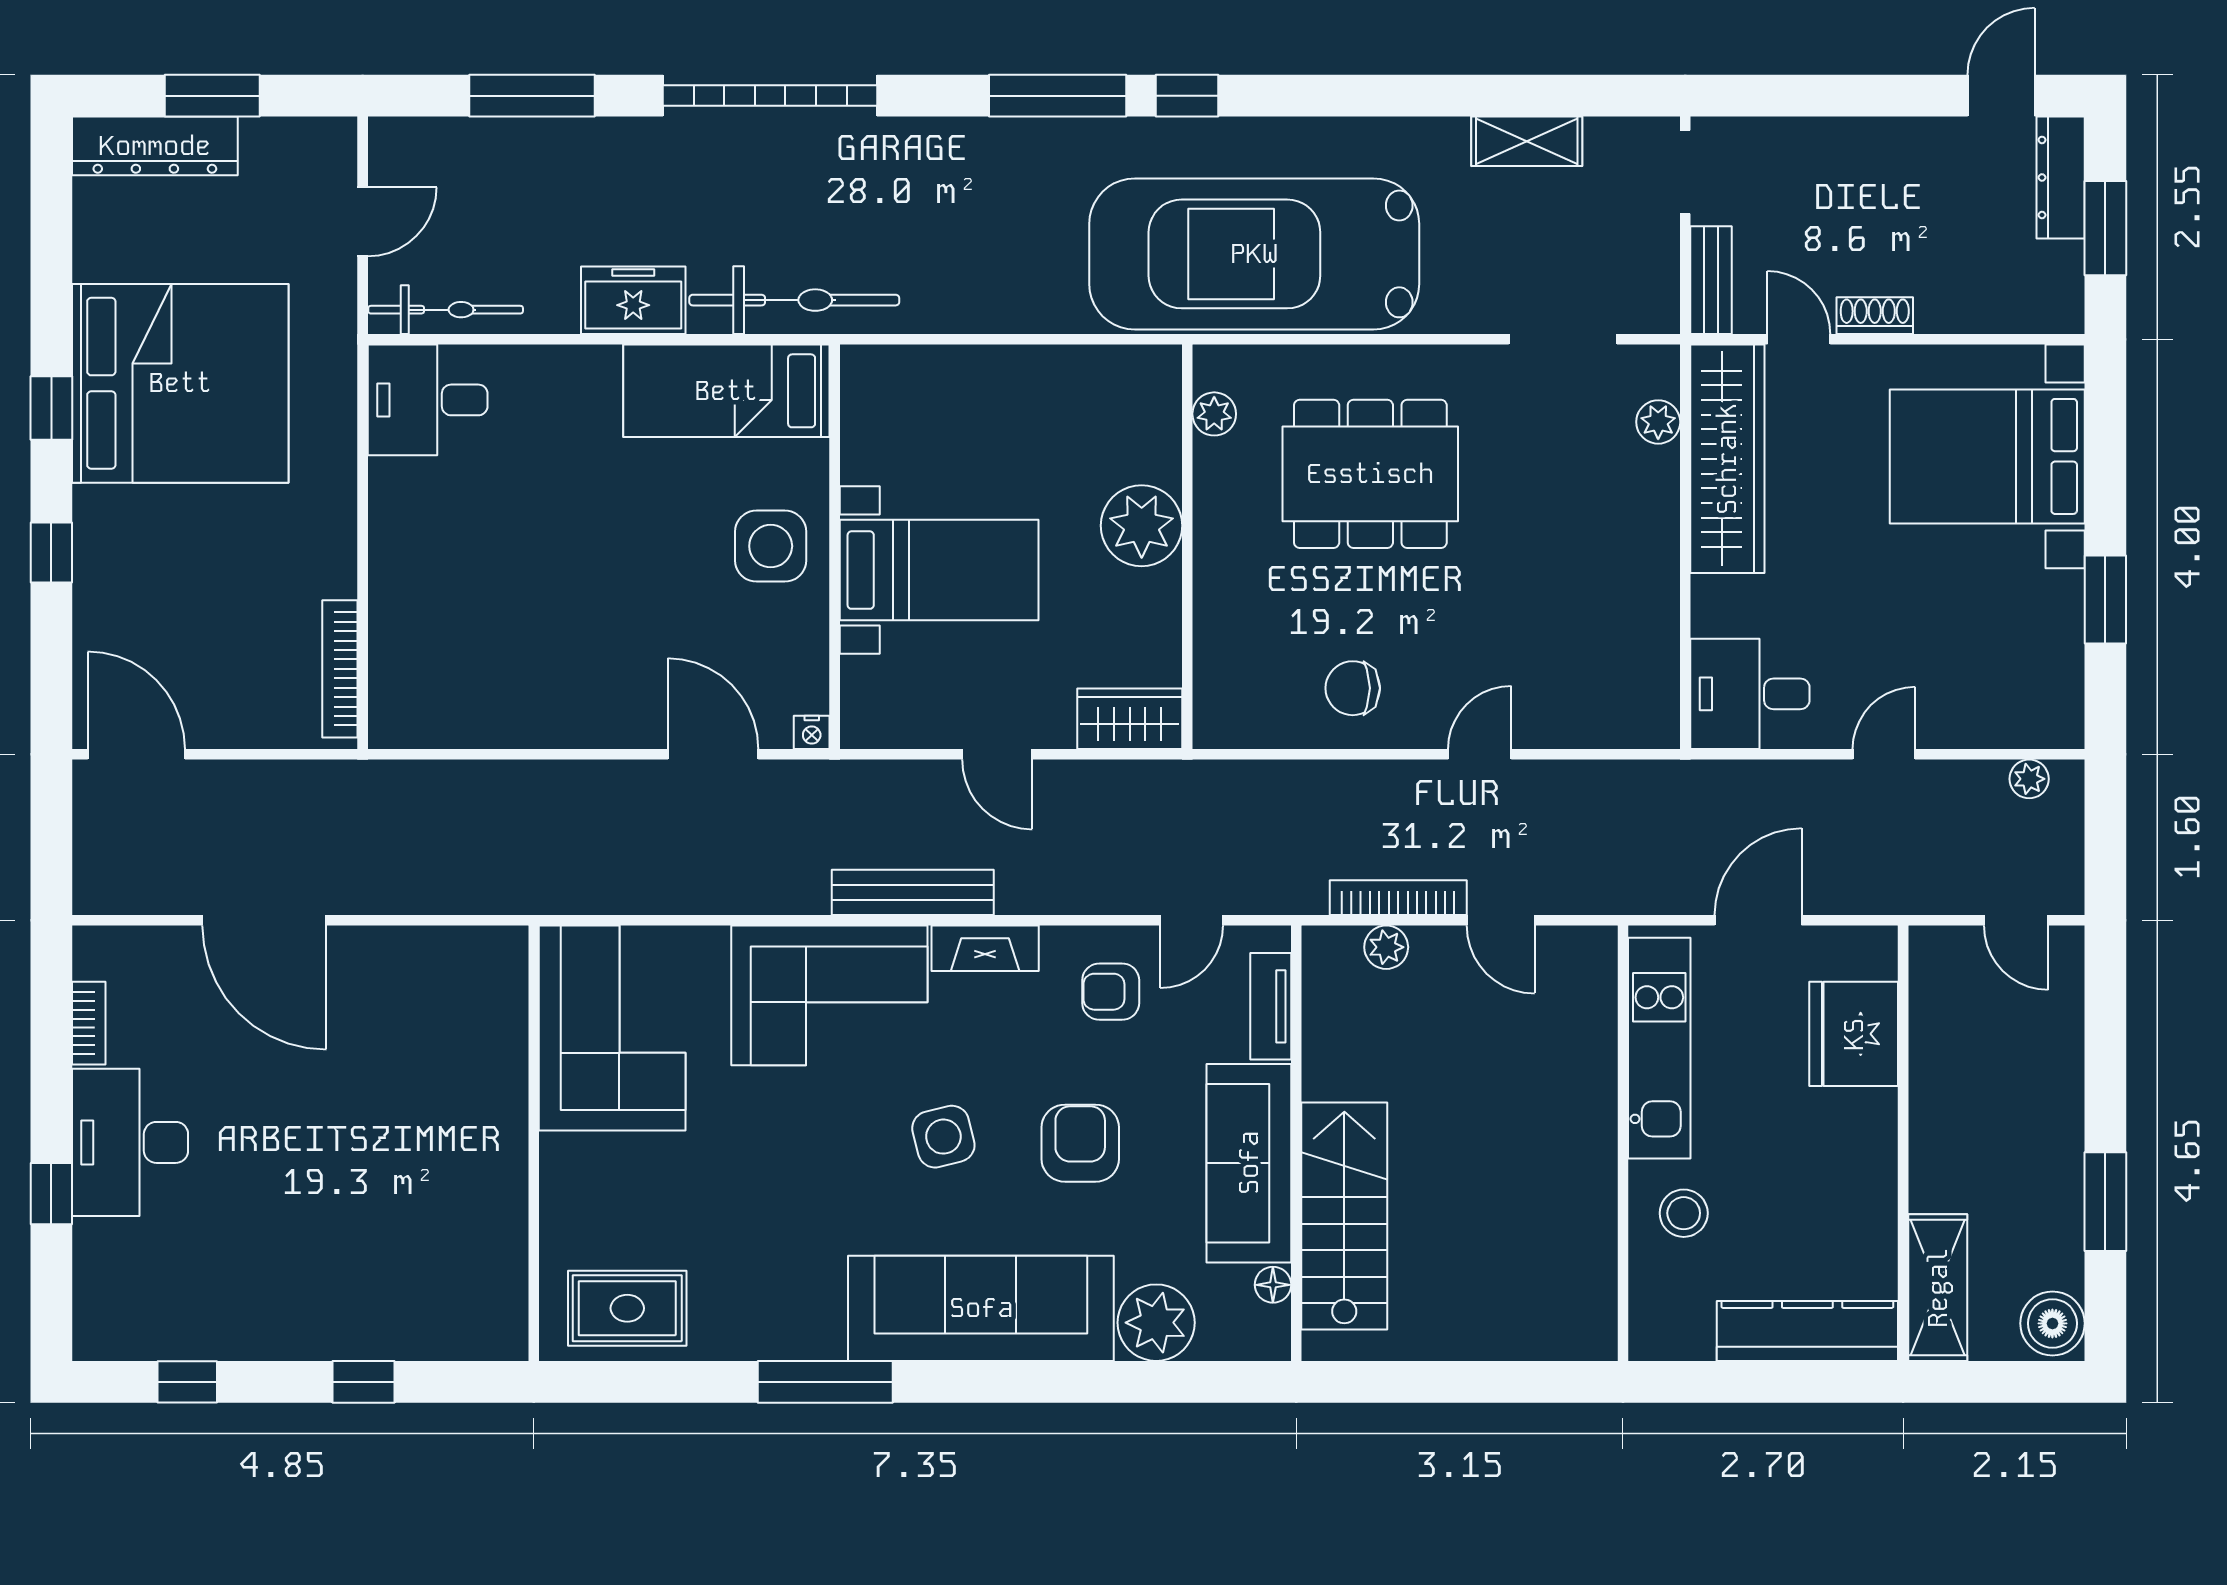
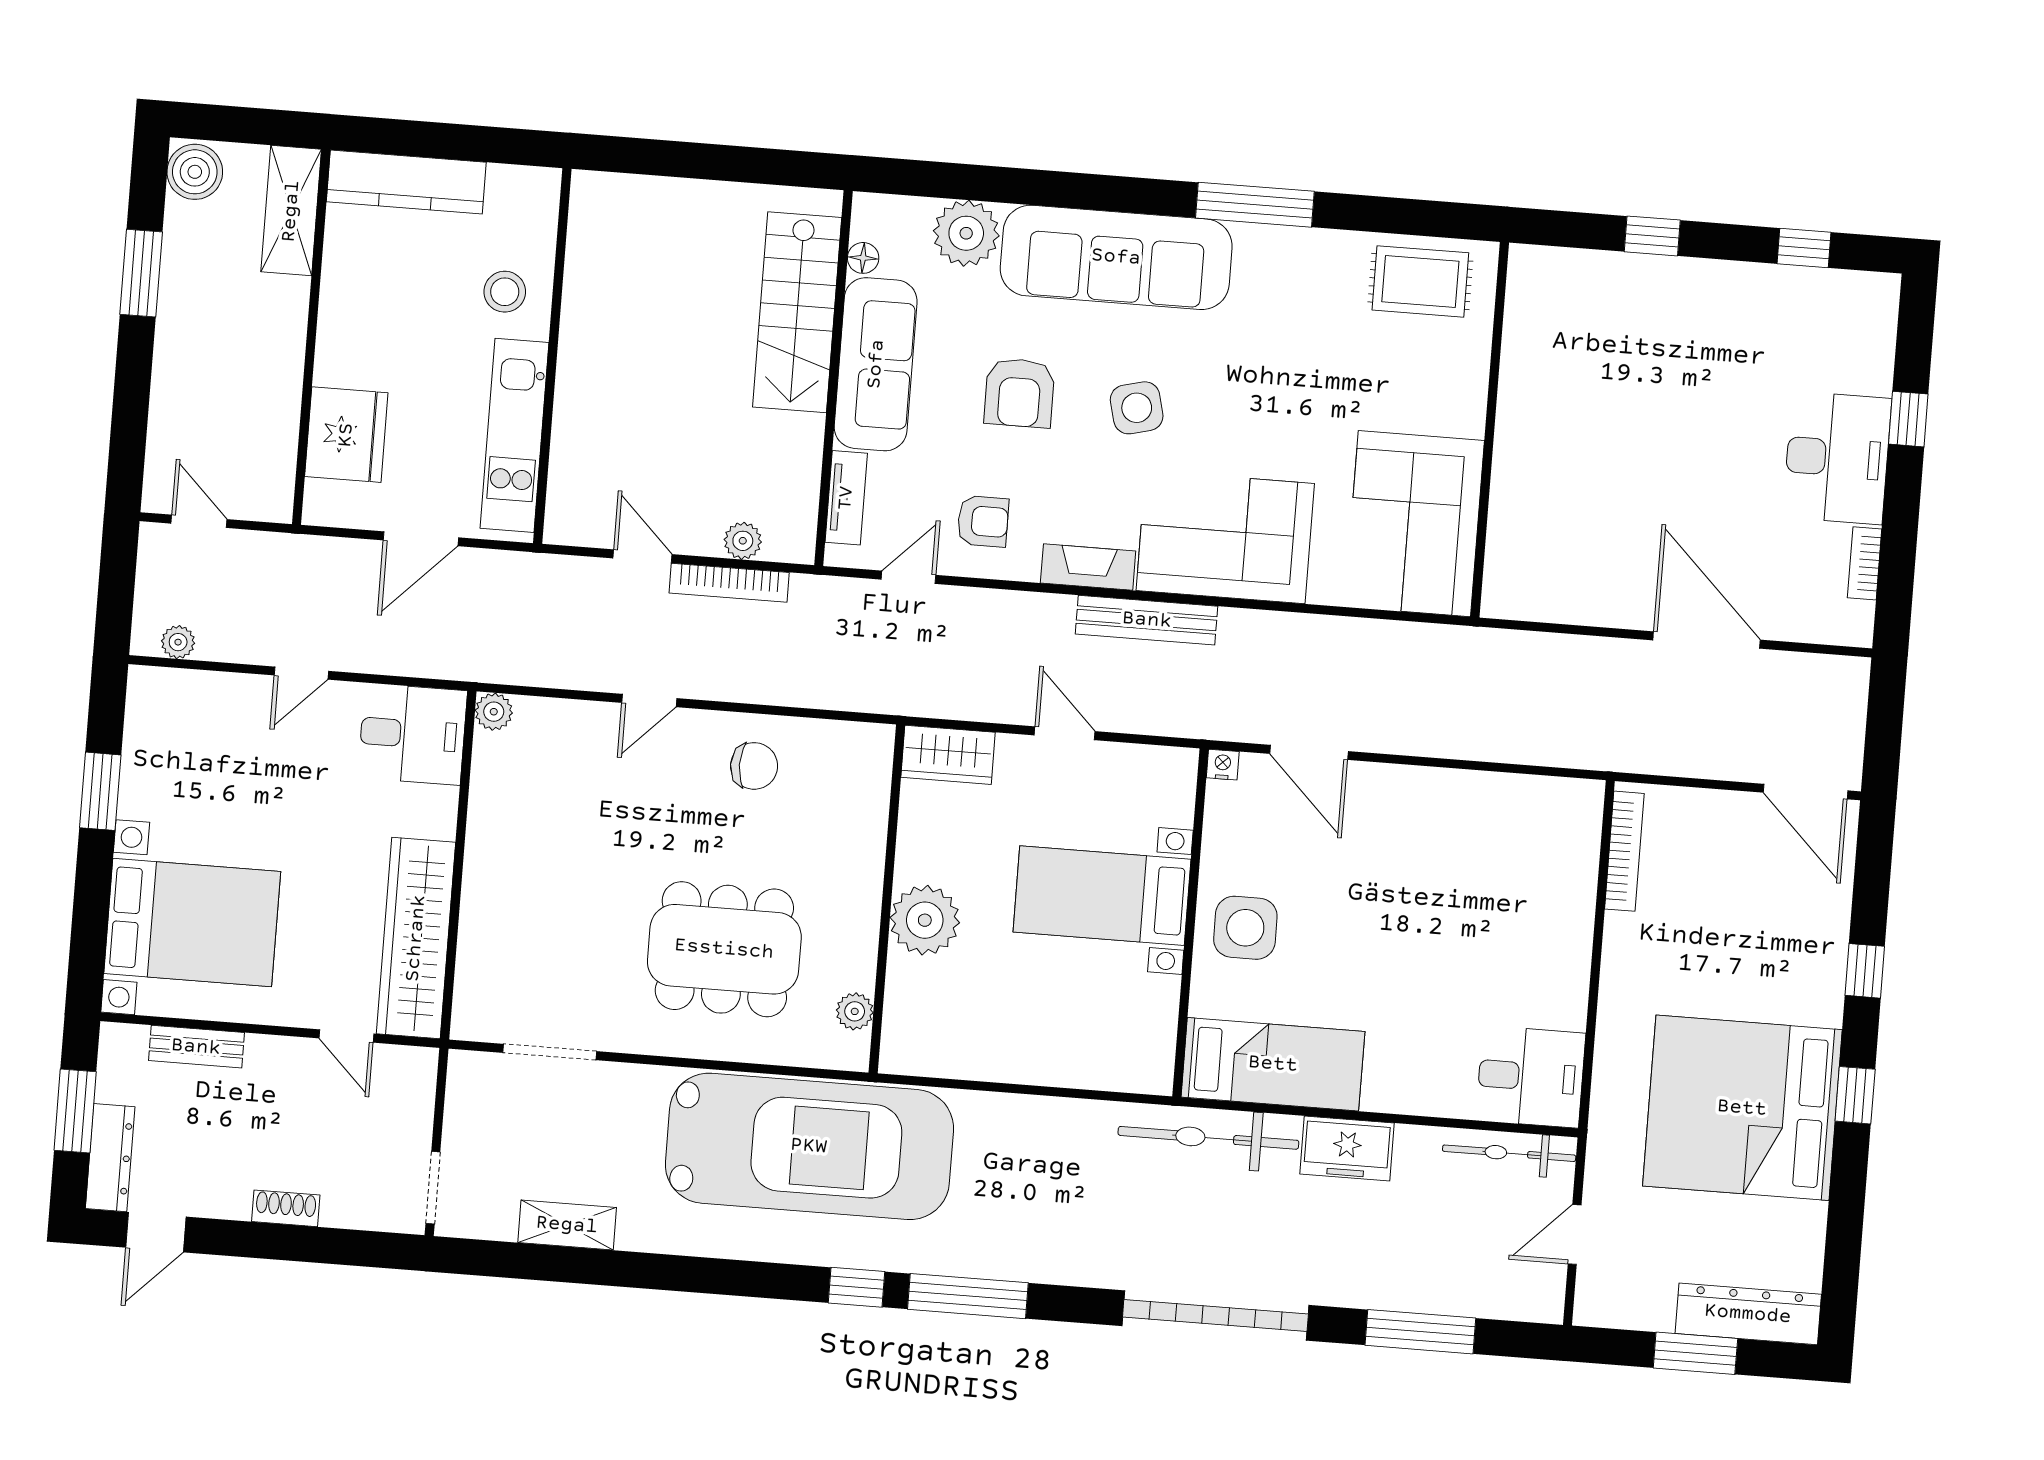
bench: (1711, 280) -> (196, 1047), moved, turned 90
shoe rack: (1875, 316) -> (286, 1208), moved, turned 180
plant: (1658, 422) -> (494, 712), moved

